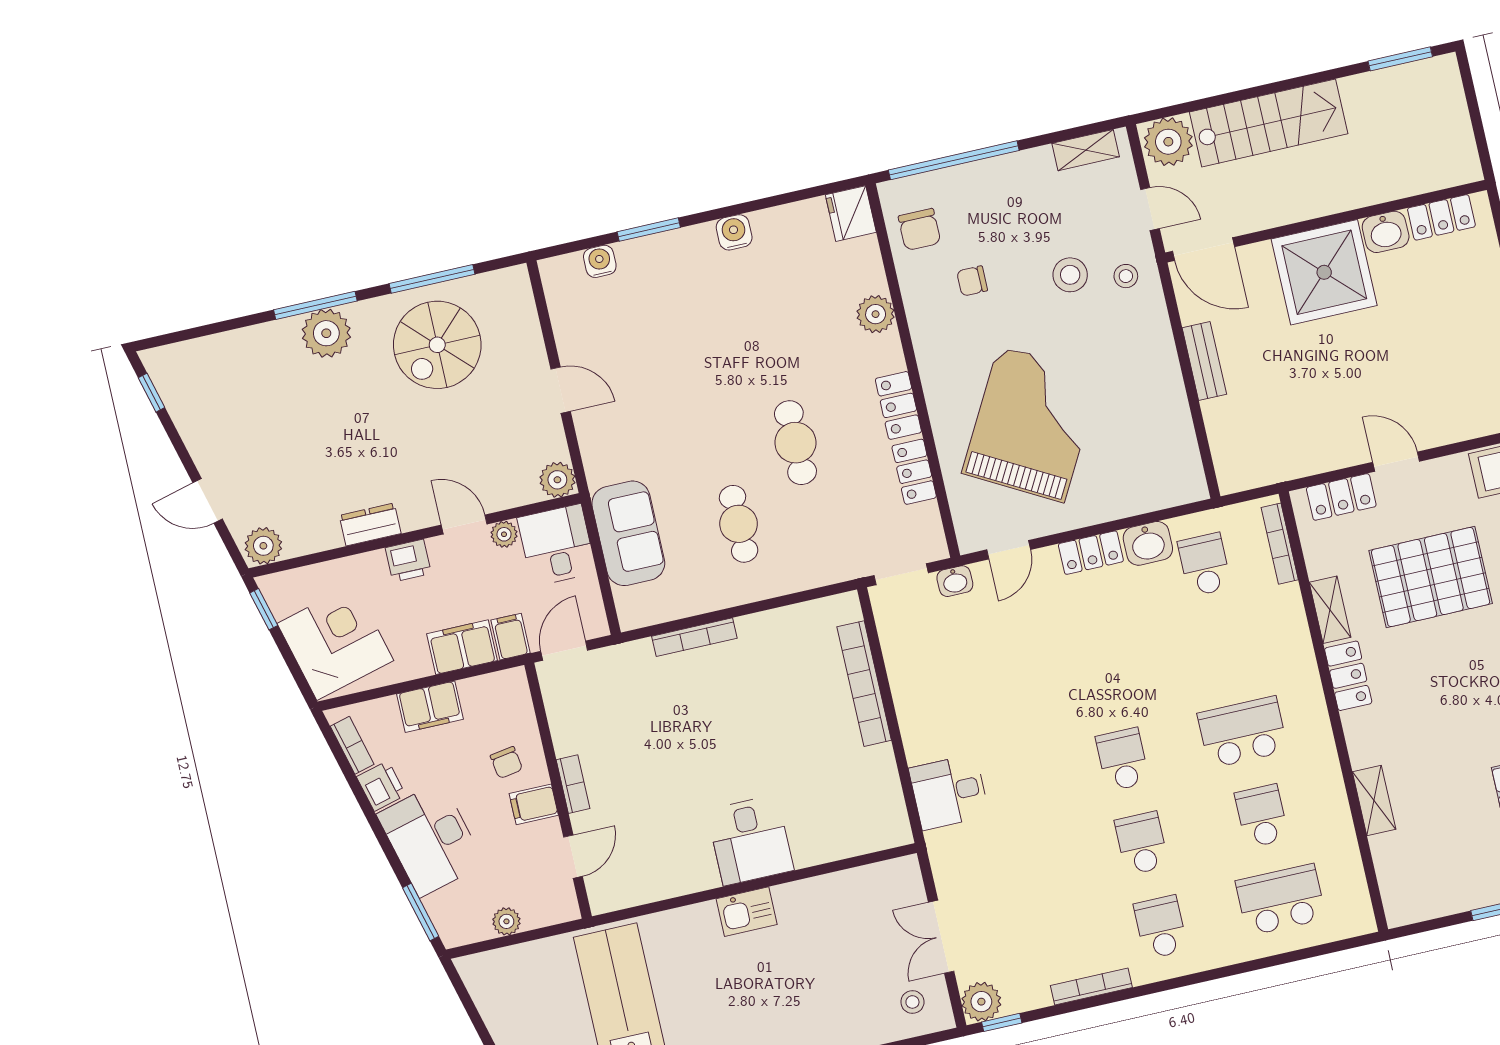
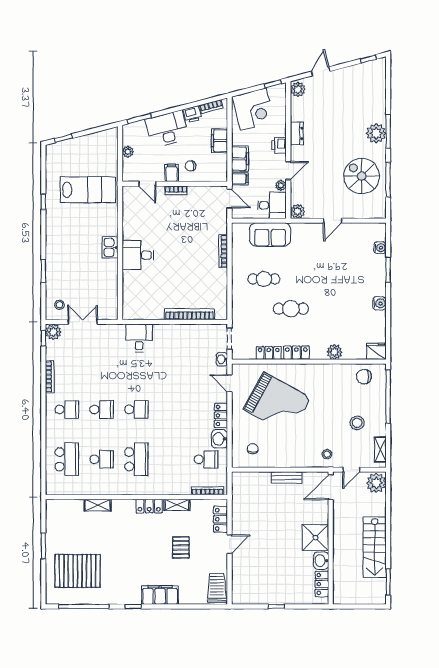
stairs: (1269, 123) -> (375, 547), moved
shower: (1324, 272) -> (316, 538), width x0.73, depth x0.73
stool: (1070, 275) -> (357, 423), moved
chair: (972, 281) -> (253, 449), moved
pallet: (1431, 577) -> (181, 547), width x0.49, depth x0.50

